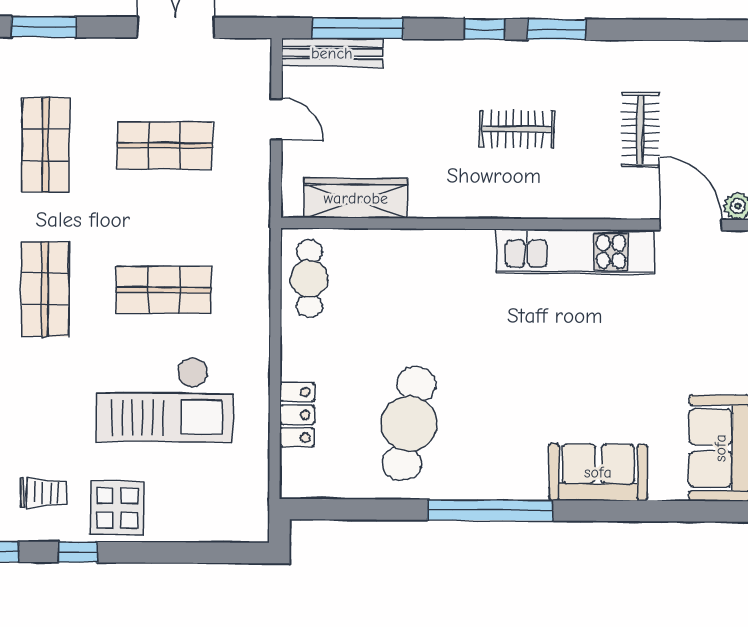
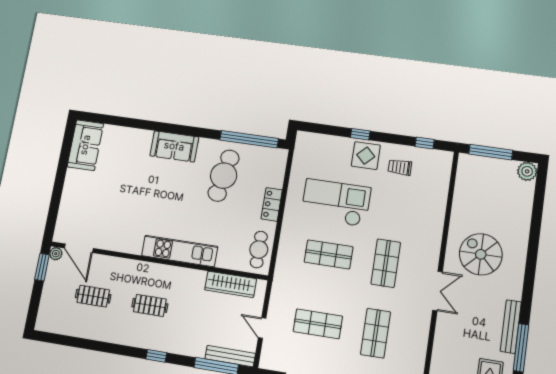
window: (556, 29) -> (123, 350), removed
clothes rail: (640, 130) -> (93, 296), turned 90
kitchen unit: (575, 252) -> (180, 251), moved
locker: (297, 415) -> (272, 204), moved
sofa: (598, 472) -> (174, 146), moved
window: (490, 510) -> (249, 139), moved
window: (78, 552) -> (360, 134), moved

